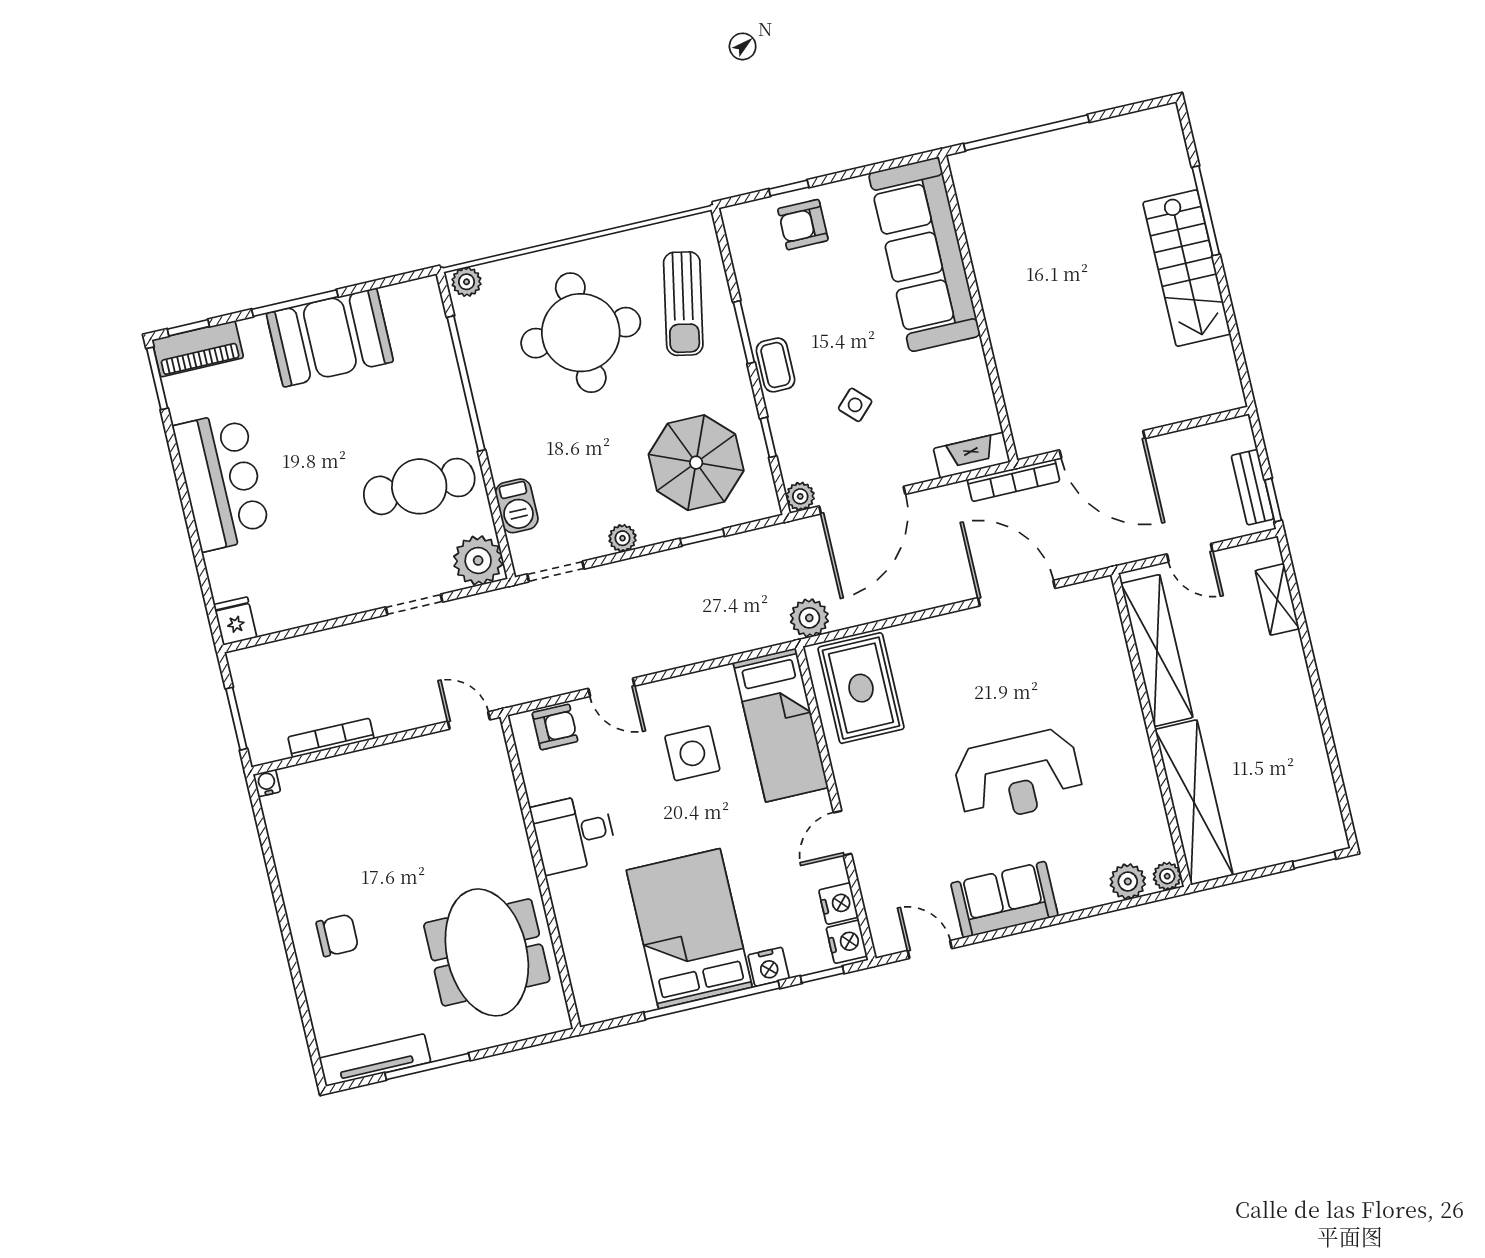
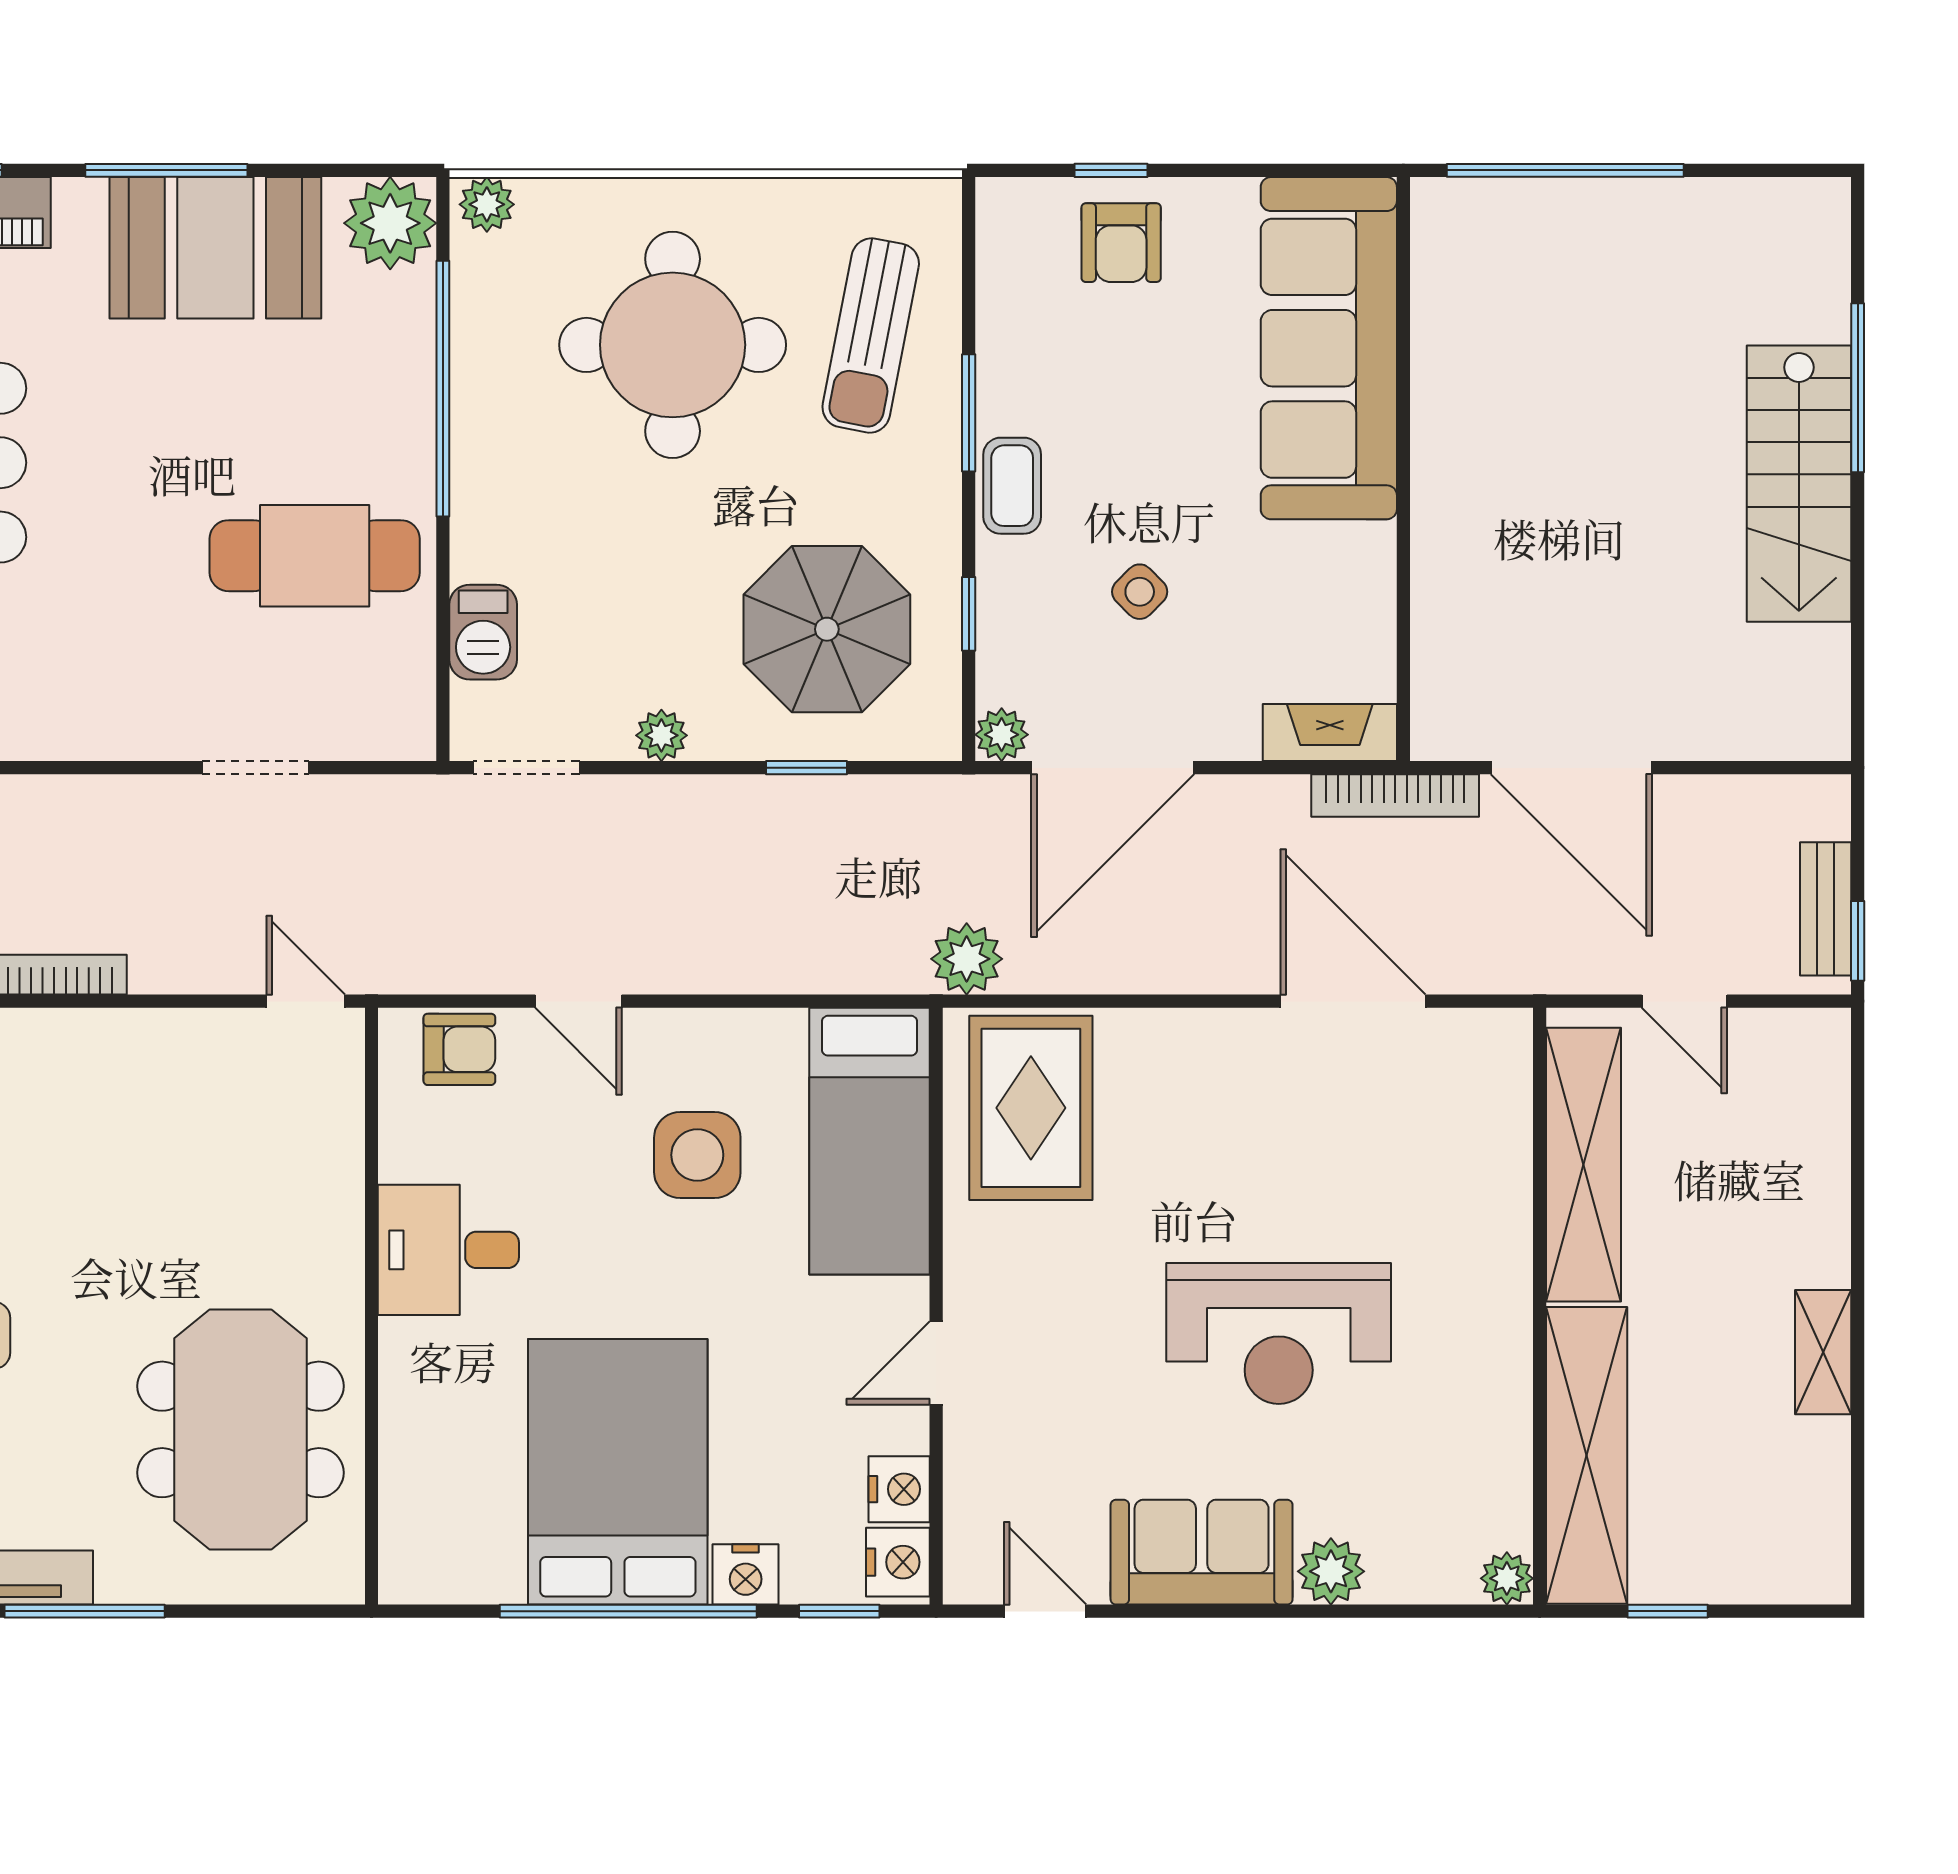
armchair: (803, 225) -> (1121, 243), turned -90
plant: (478, 560) -> (390, 223), moved
shelving: (1277, 600) -> (1823, 1352), moved
window: (1314, 860) -> (1668, 1611), moved
plant: (1128, 881) -> (1331, 1571), moved

